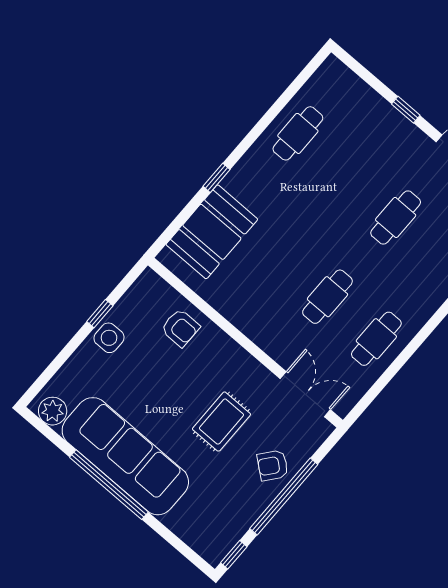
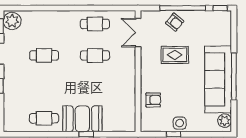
booth: (212, 232) -> (82, 119), moved
armchair: (180, 328) -> (153, 100), turned 90

